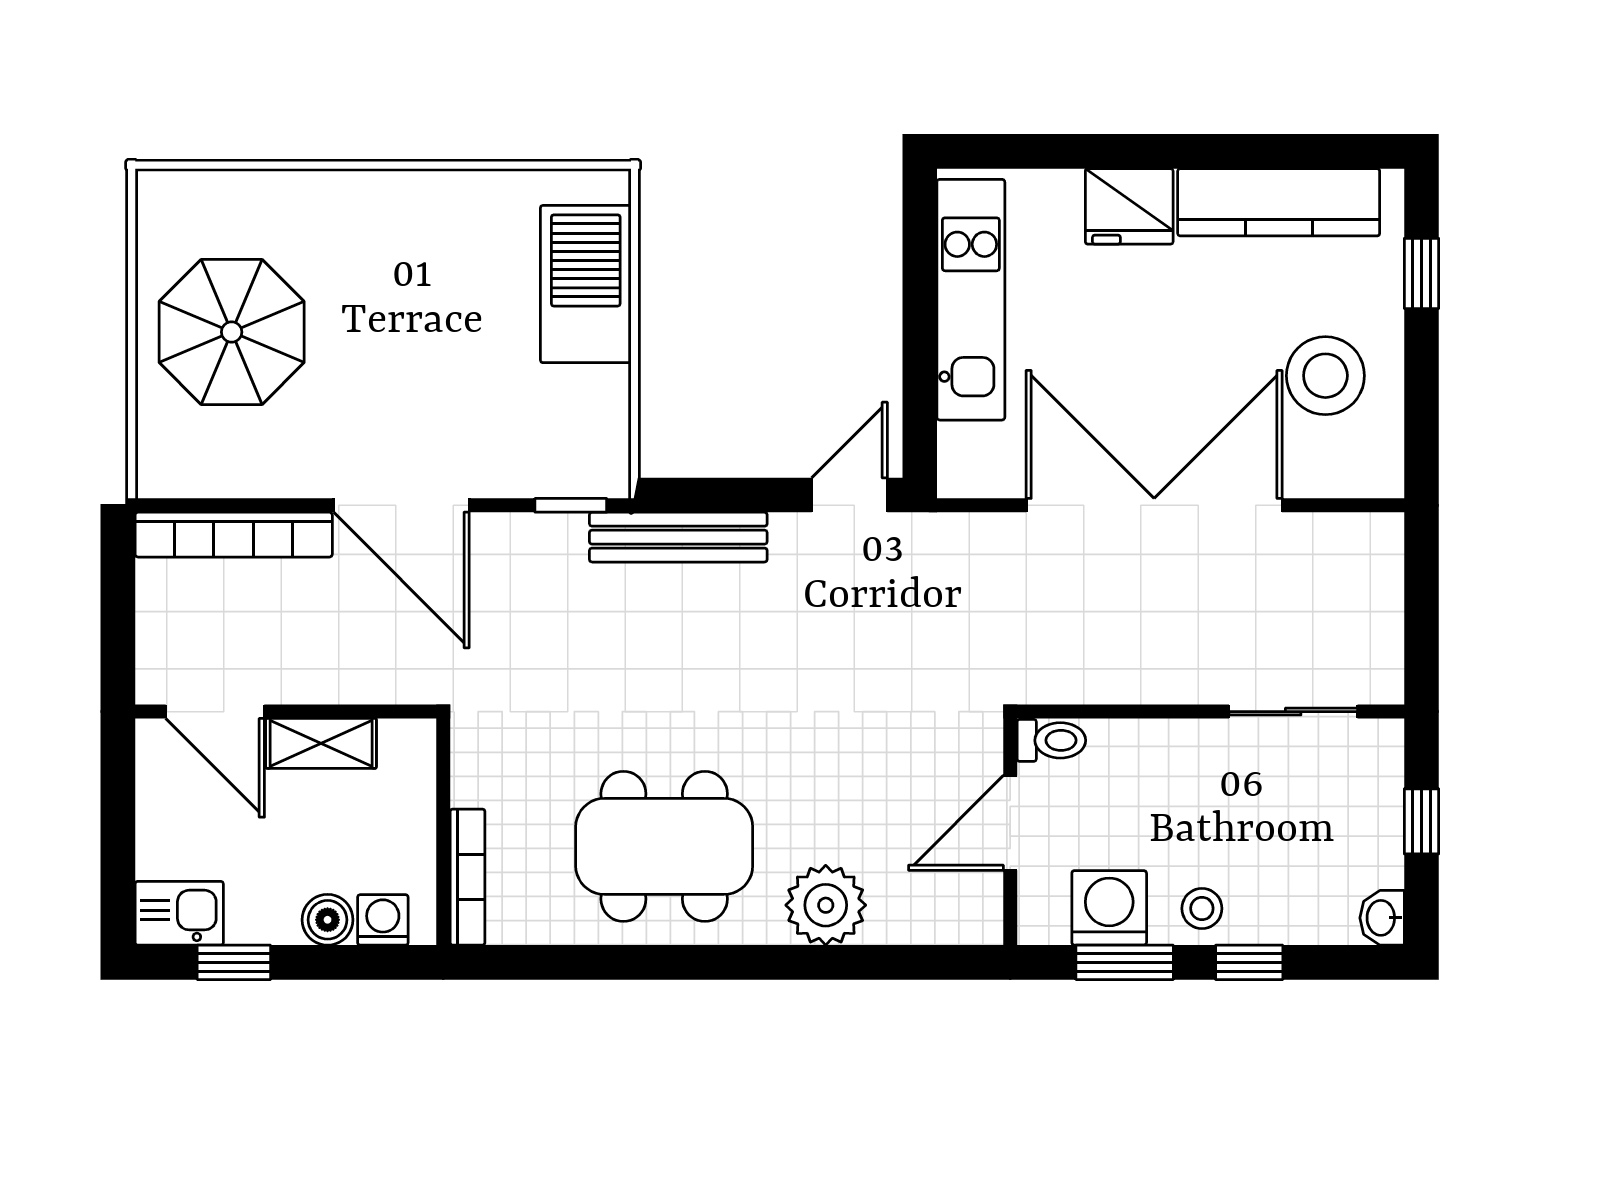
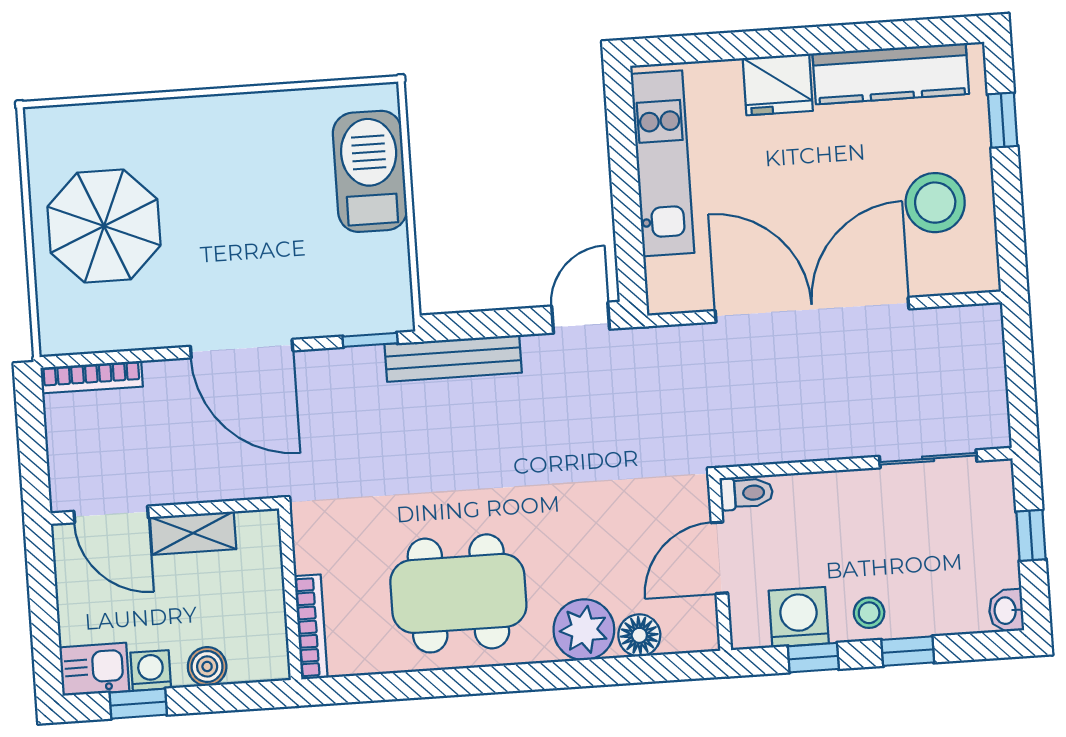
bookcase: (234, 535) -> (92, 377), width x0.68, depth x0.76
floor lamp: (898, 918) -> (639, 635), added
washing machine: (383, 920) -> (151, 670), moved
window: (1125, 962) -> (813, 658), width x0.67

